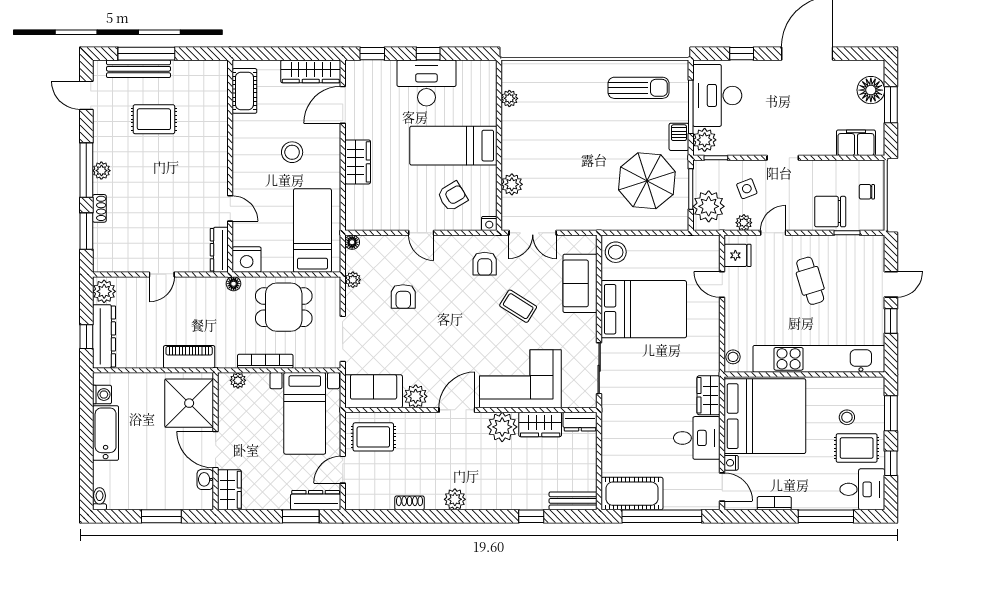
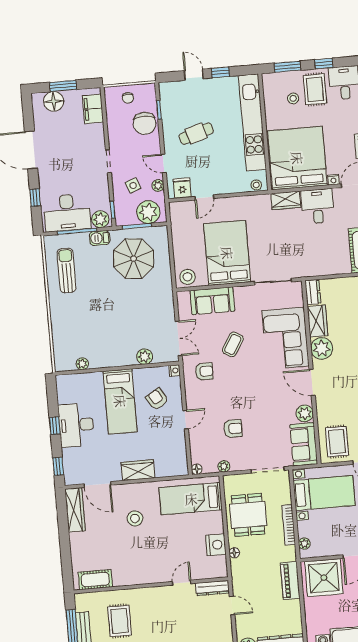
cot: (244, 91) -> (95, 580), moved
wall: (230, 166) -> (151, 585), moved
door: (230, 208) -> (182, 583), moved
dresser: (219, 250) -> (212, 588), moved

